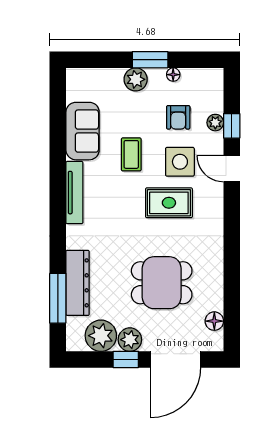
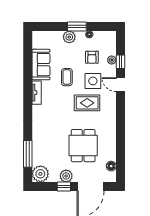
tv unit: (74, 193) -> (37, 93), width x0.71
dresser: (78, 283) -> (38, 146), removed
dining table: (162, 283) -> (83, 146), turned 90
plant: (101, 336) -> (40, 174), moved

